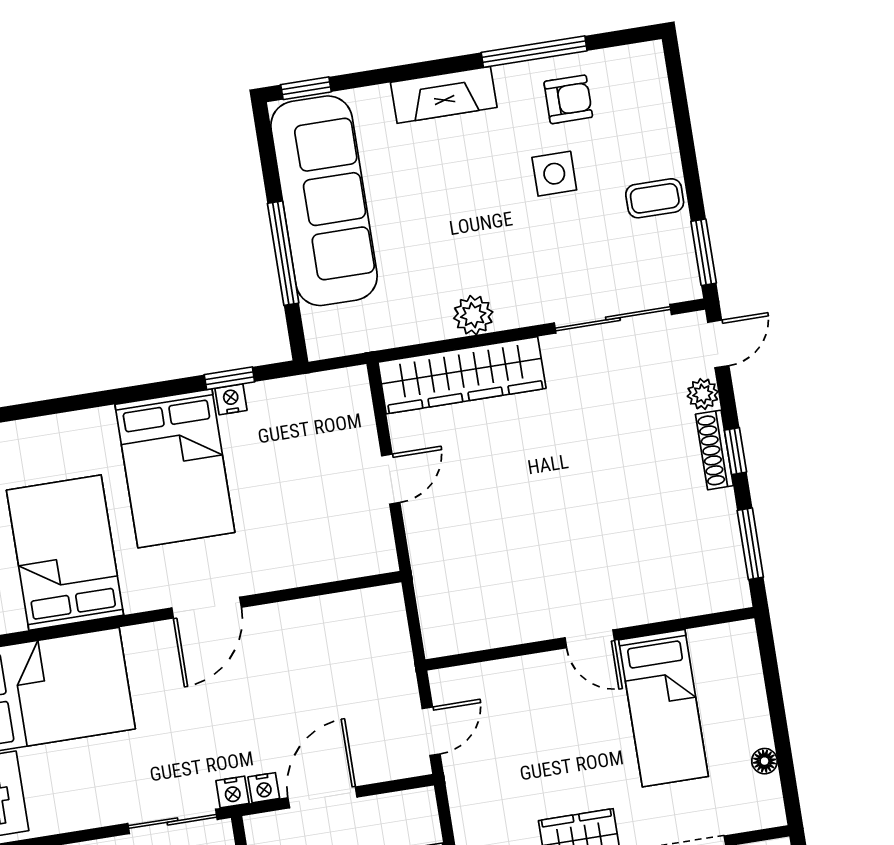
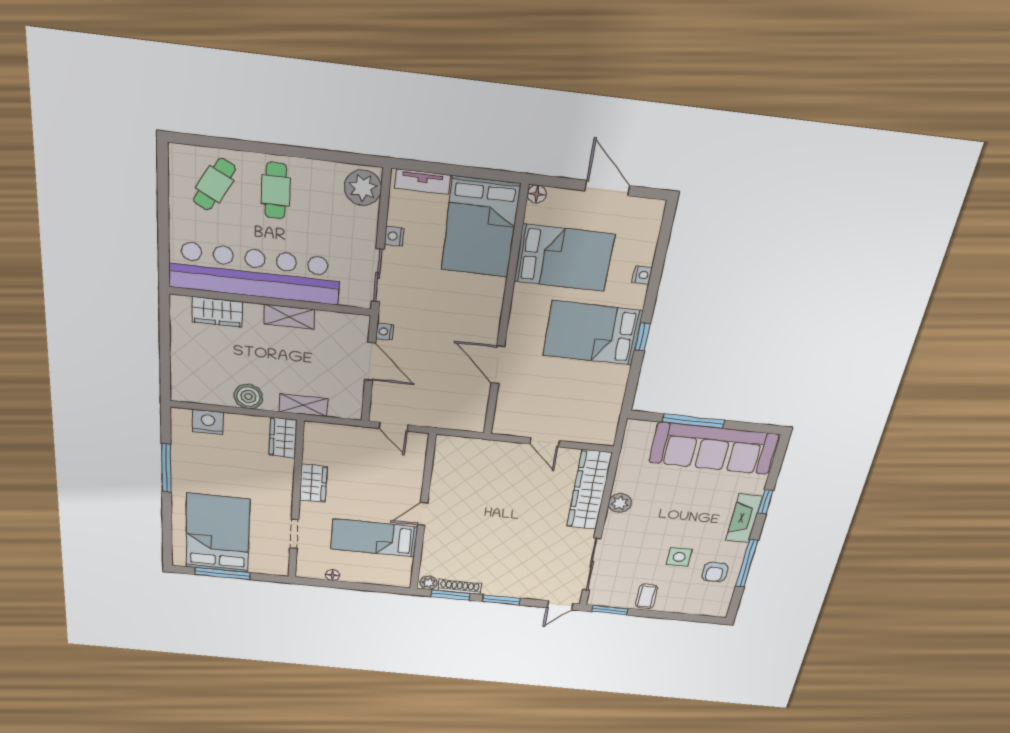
window: (306, 88) -> (765, 502), moved
door: (718, 344) -> (560, 605), hinge flipped
window: (229, 378) -> (642, 337), moved
plant: (703, 394) -> (429, 583), moved
nightstand: (231, 399) -> (642, 275), moved
shoe rack: (714, 450) -> (460, 587), moved
window: (735, 451) -> (501, 600), width x1.50
door: (207, 608) -> (498, 365), moved
nightstand: (232, 792) -> (394, 236), moved

